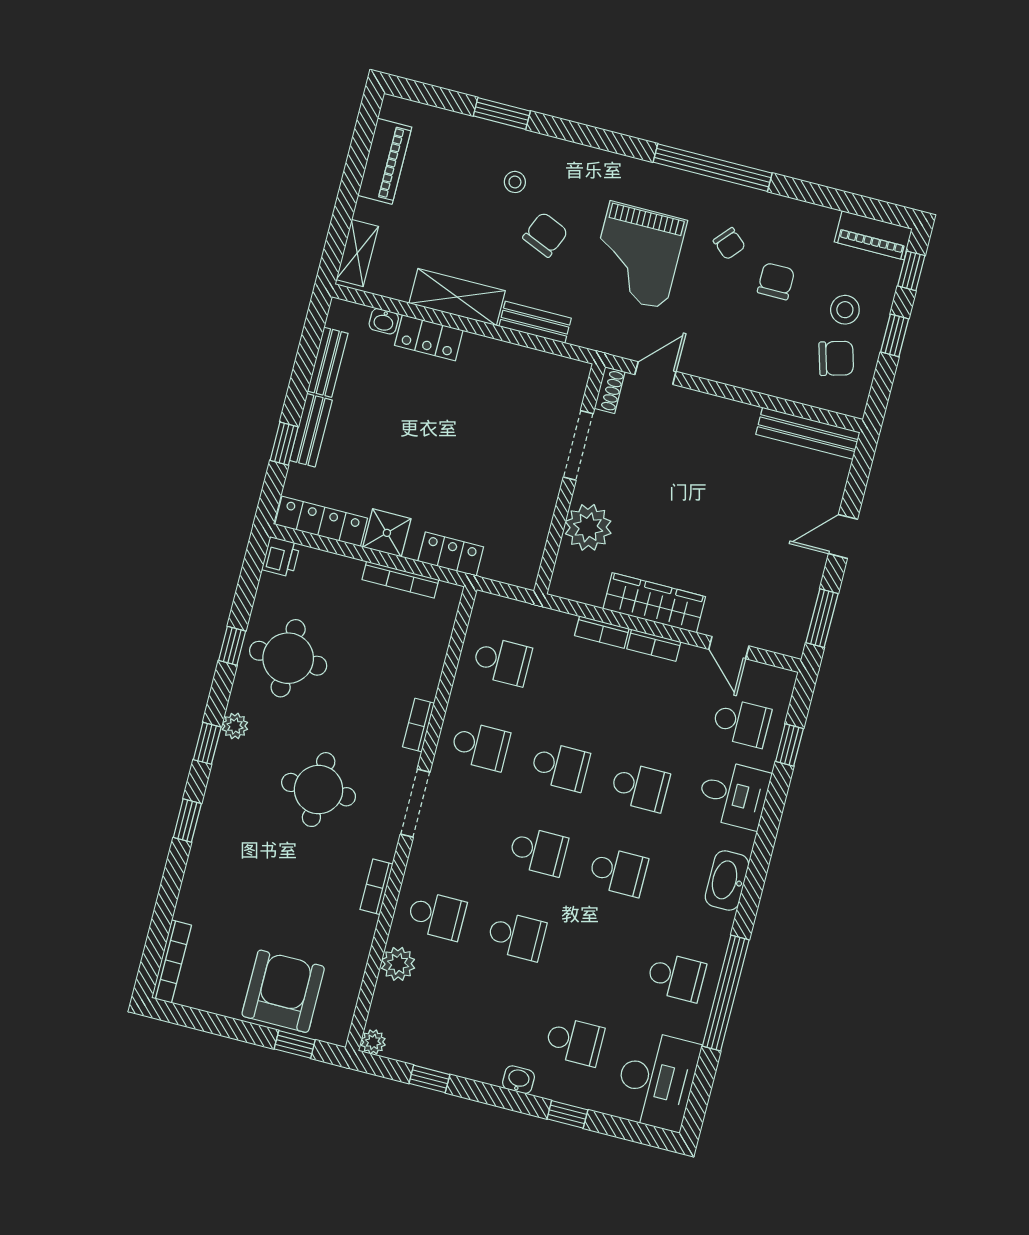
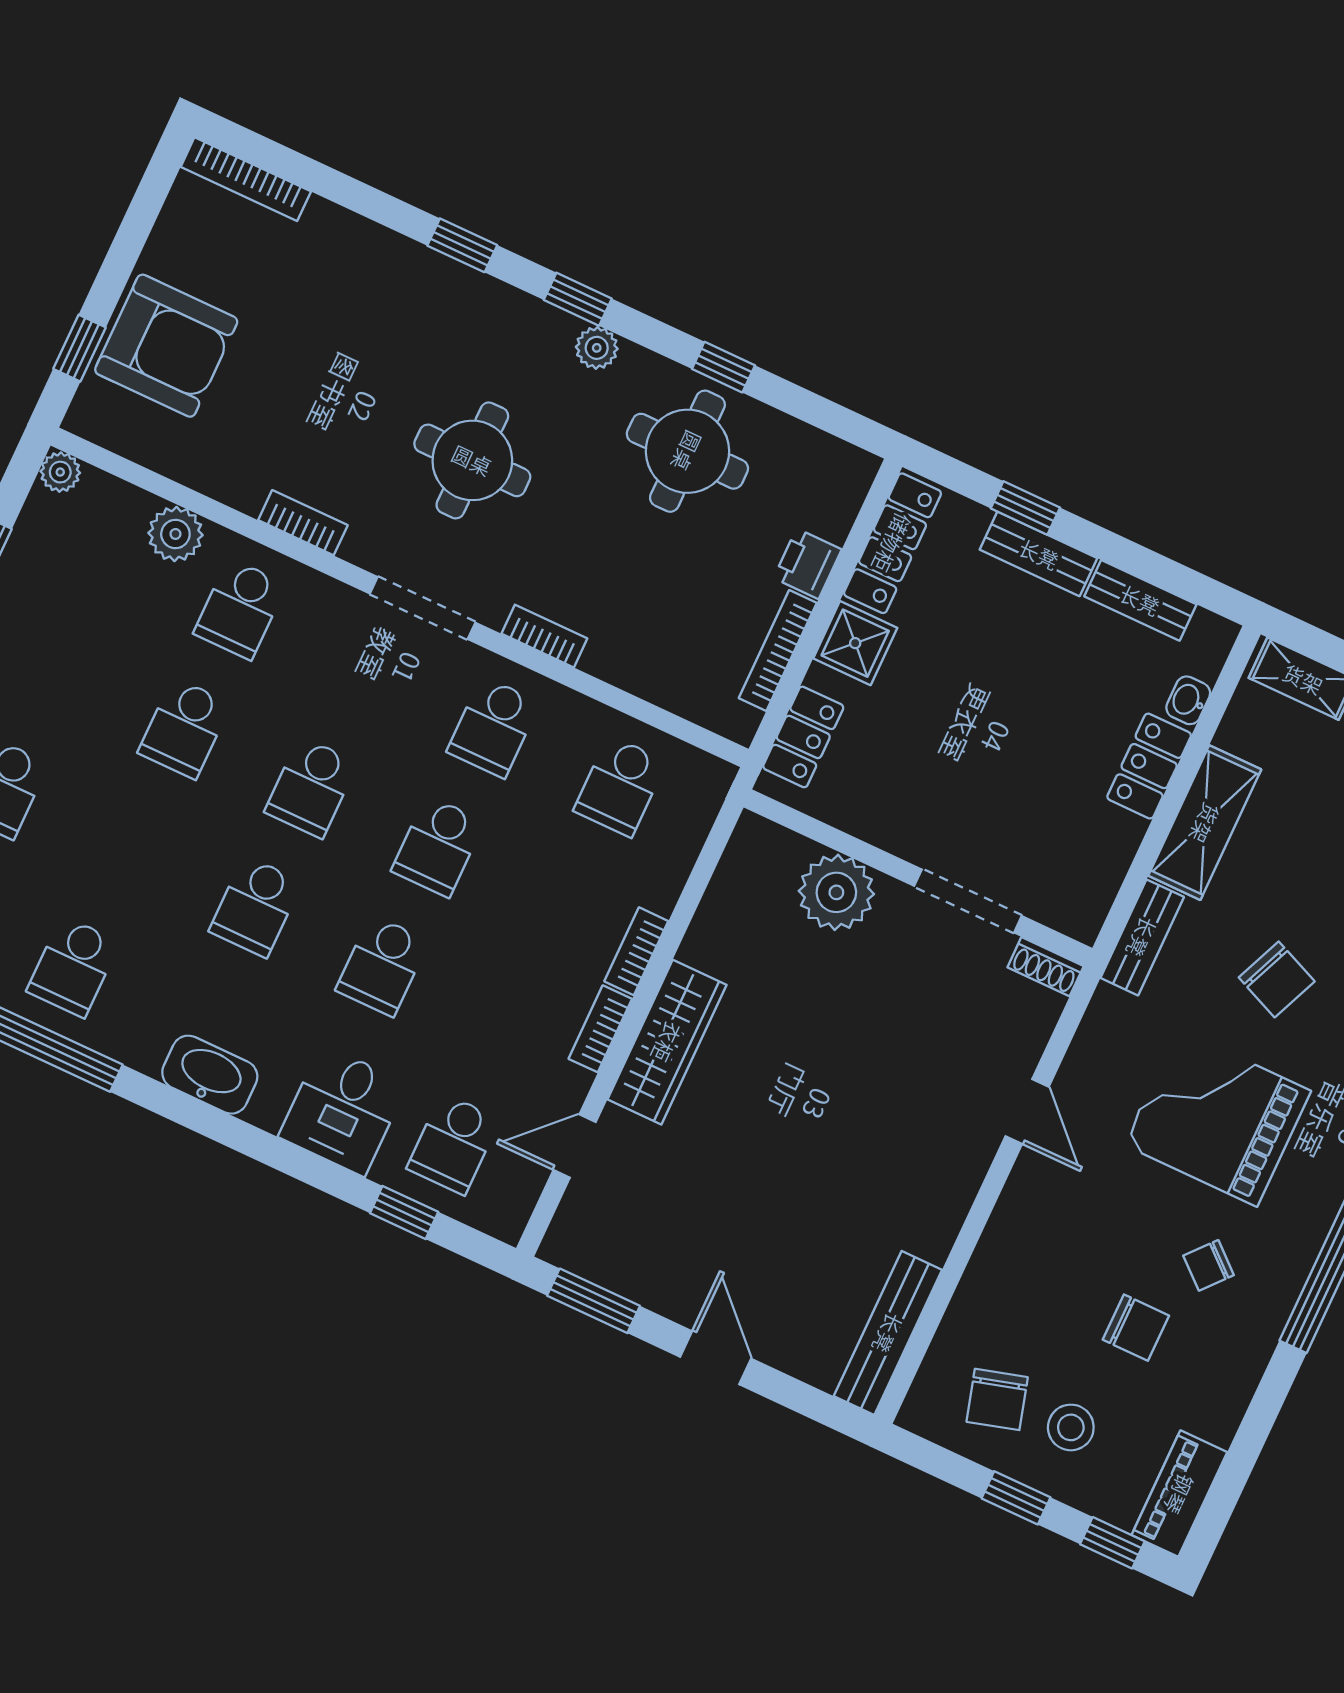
shoe rack: (610, 390) -> (1046, 967), moved
doorway: (578, 445) -> (968, 901), moved
wall: (570, 479) -> (918, 878), moved
plant: (588, 527) -> (836, 892), moved
printer: (281, 557) -> (807, 564), moved, turned 90

